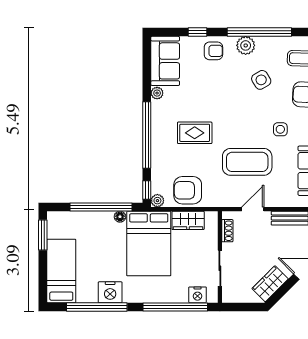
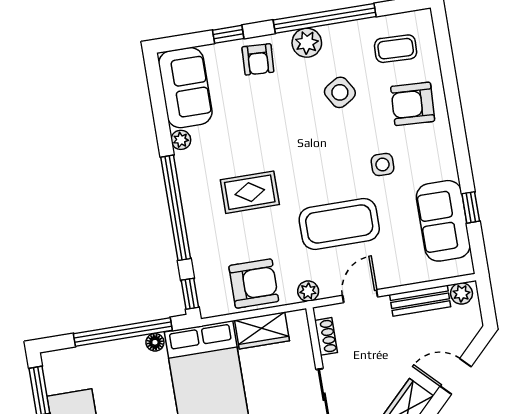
armchair: (213, 51) -> (258, 59), turned 93
armchair: (188, 190) -> (254, 284), turned 180
plant: (157, 201) -> (308, 291), moved

